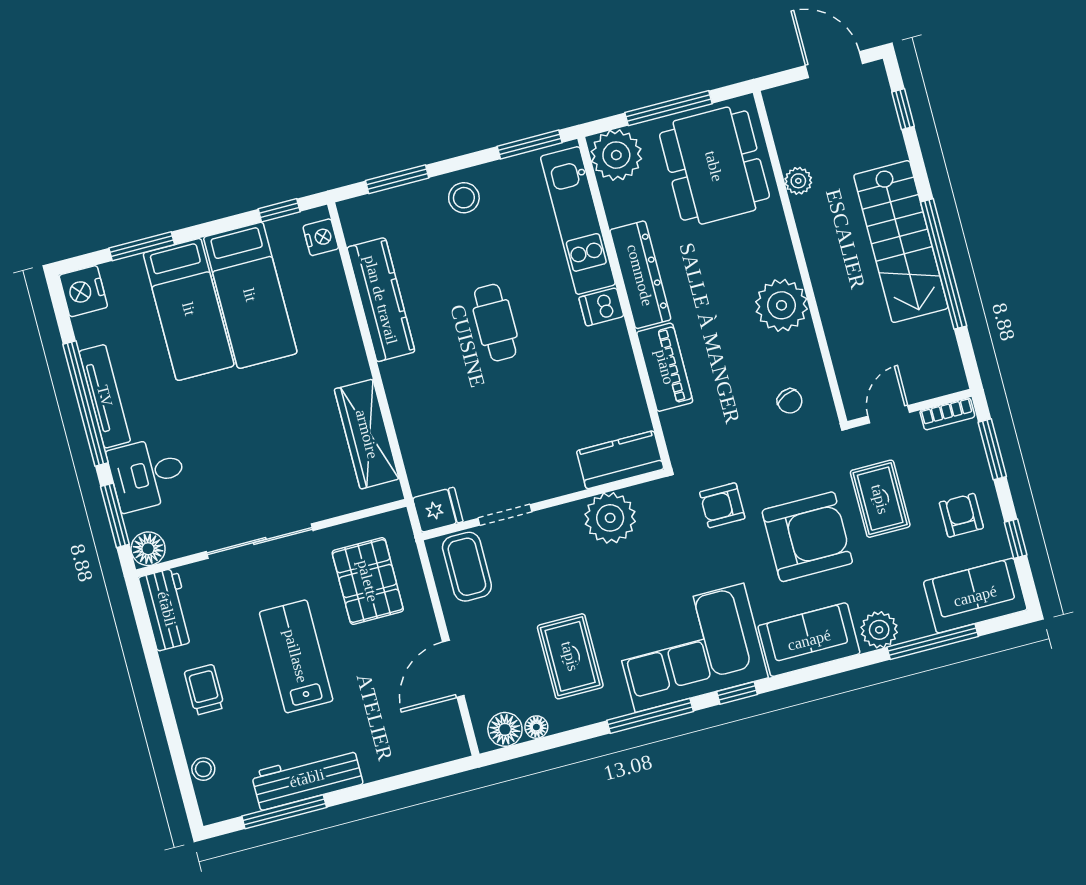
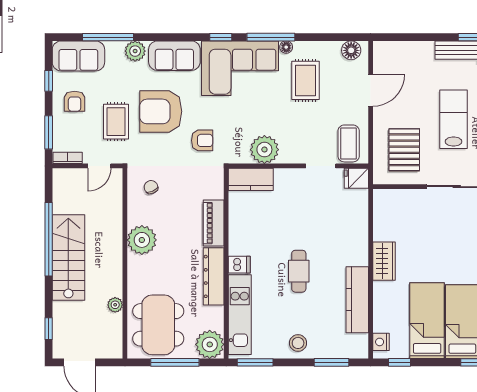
wardrobe: (367, 434) -> (384, 261), moved, width x0.67
lab bench: (296, 656) -> (453, 119), turned 180
floor lamp: (536, 727) -> (286, 47), moved

